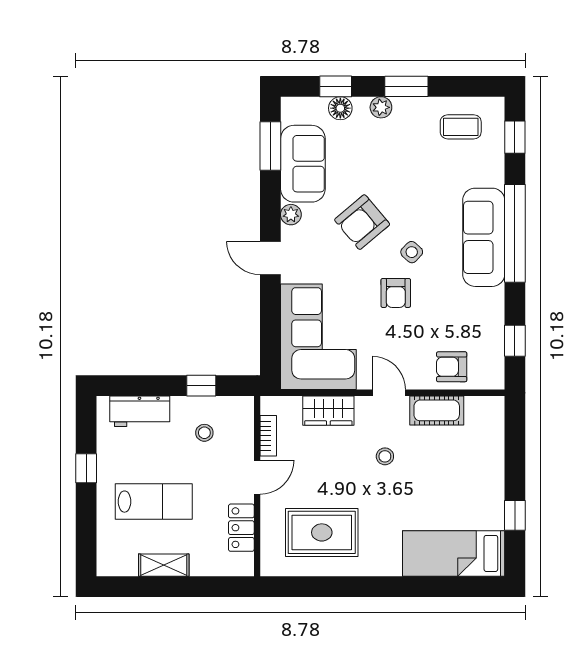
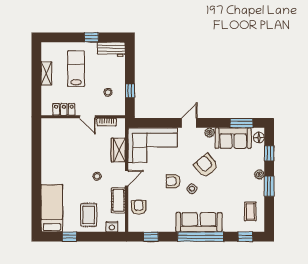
floor lamp: (340, 108) -> (259, 137), moved
workbench: (140, 411) -> (111, 49), moved, turned -90
nightstand: (493, 424) -> (112, 227), added
lab bench: (154, 502) -> (76, 69), turned 180
rug: (322, 532) -> (89, 215), moved, width x0.73, depth x0.70

